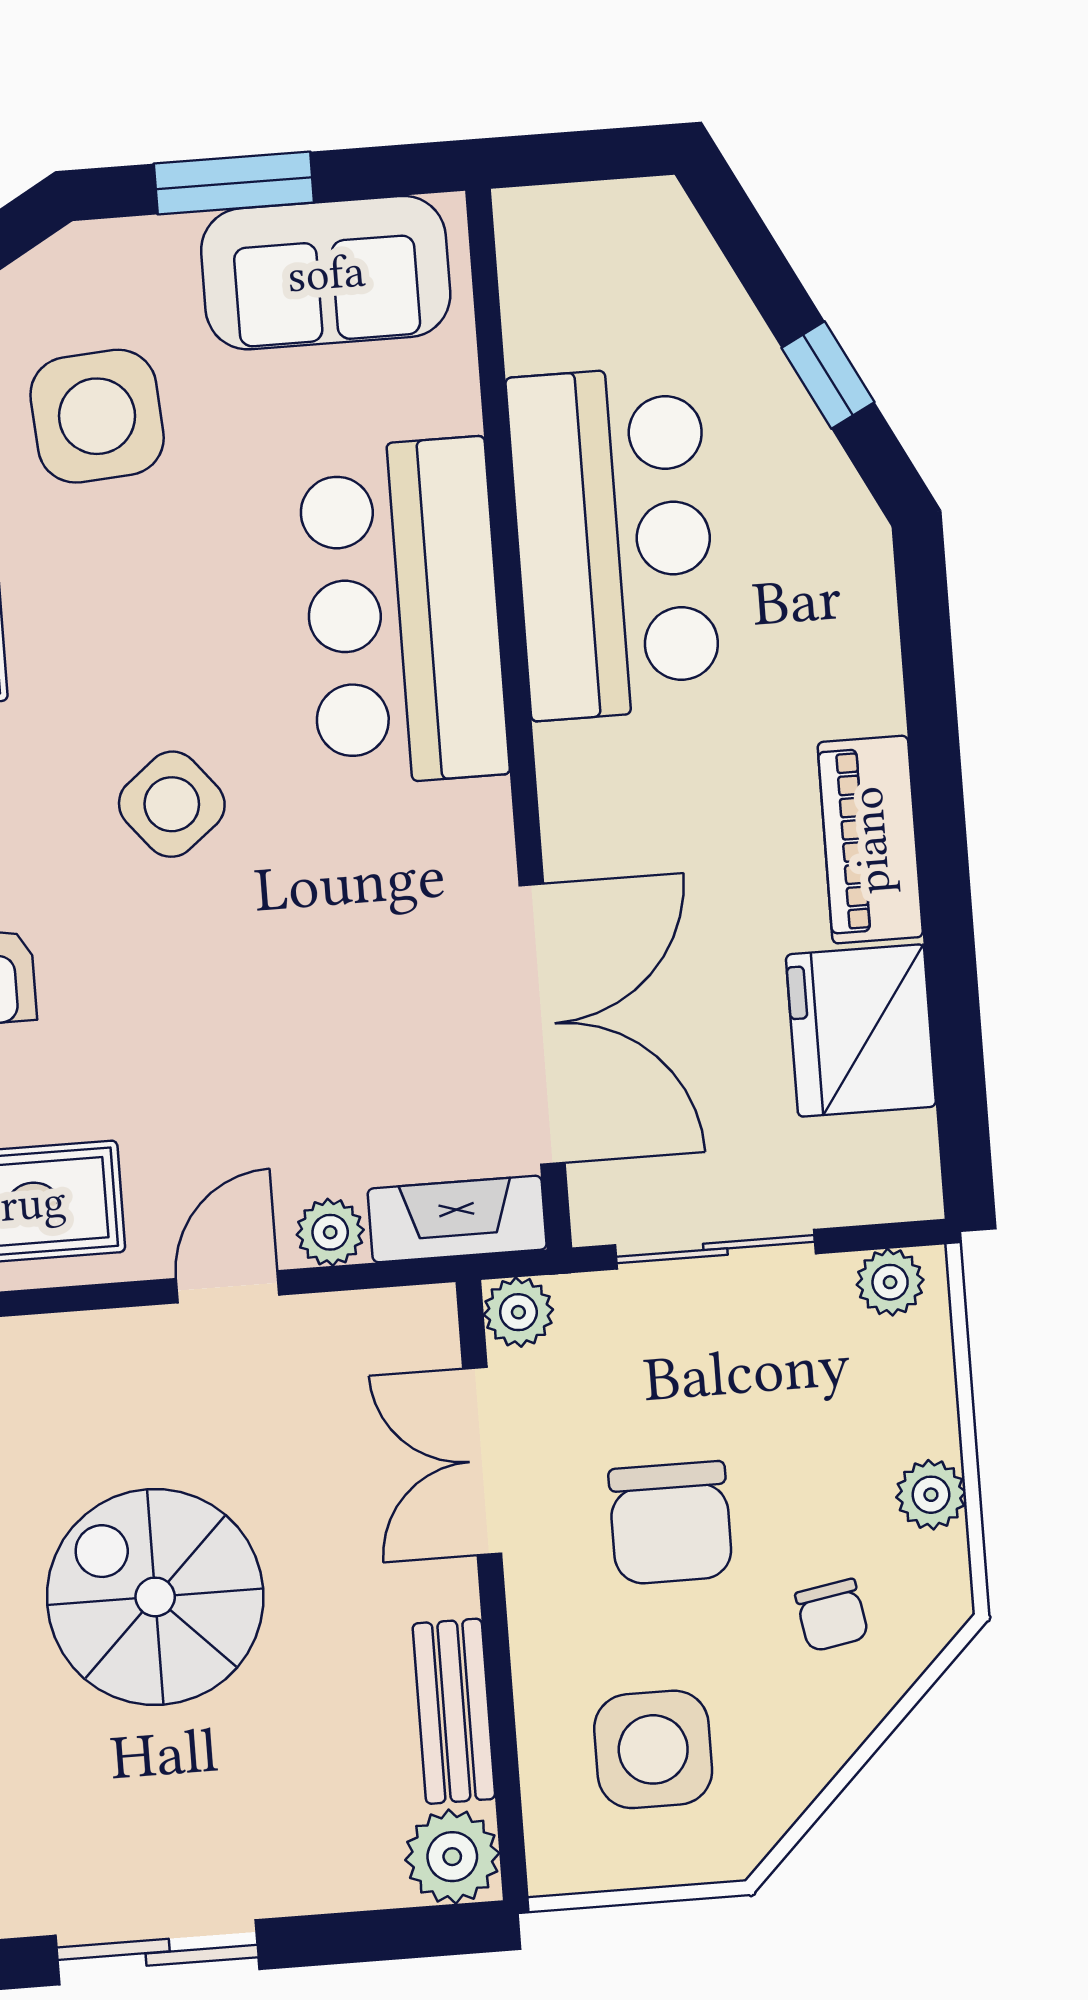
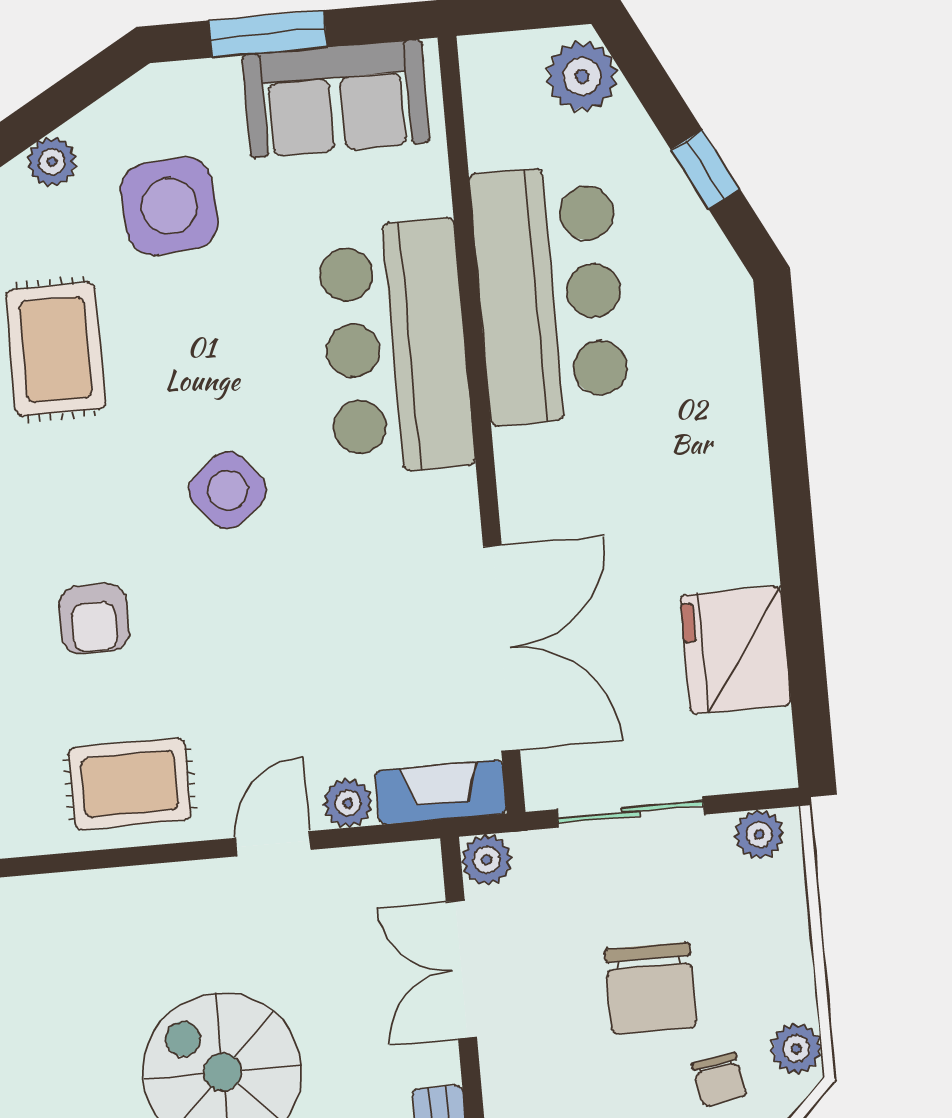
plant: (661, 246) -> (582, 76), added
piano: (870, 840) -> (741, 510), removed
plant: (931, 1495) -> (796, 1049), moved
chair: (671, 1523) -> (651, 988), moved

